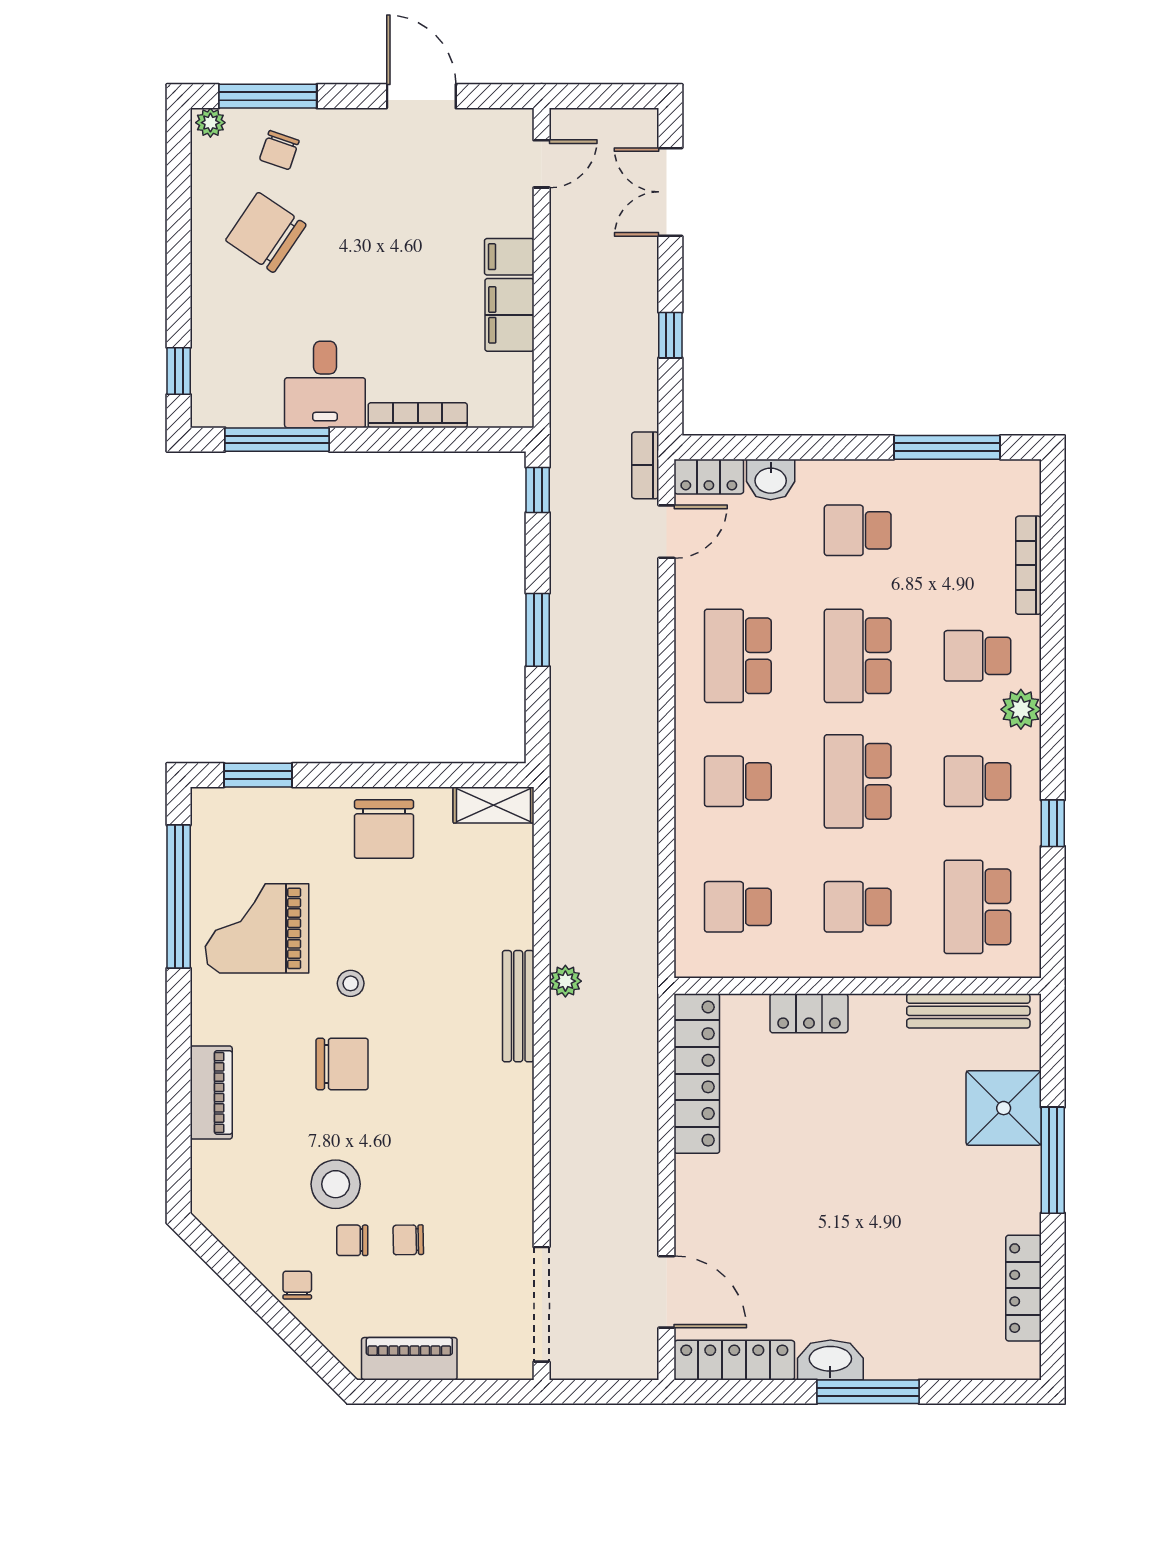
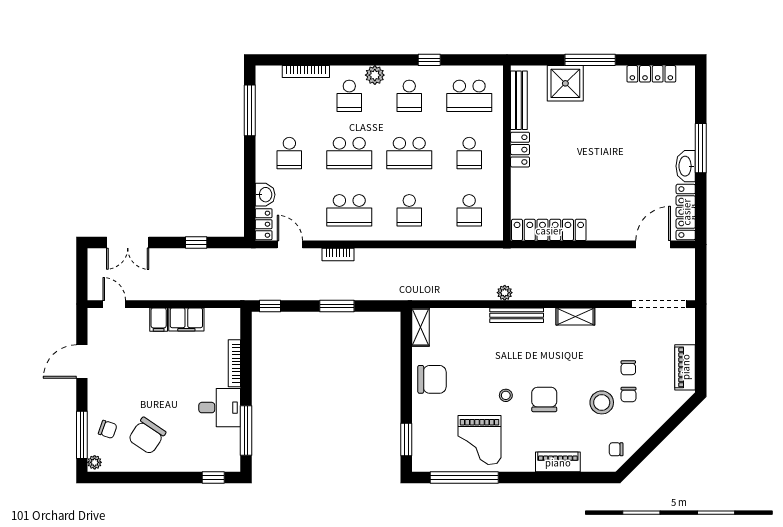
bookcase: (645, 465) -> (338, 255), moved
locker: (809, 1013) -> (520, 150), moved
shelving: (516, 1129) -> (575, 316), added
chair: (297, 1285) -> (616, 449), moved

